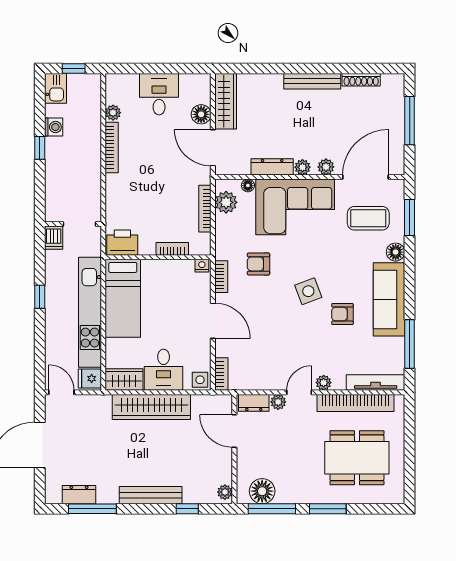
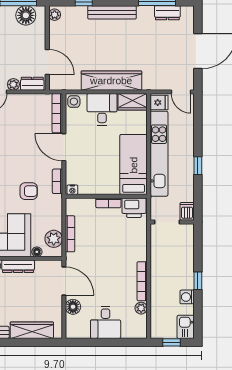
wardrobe: (226, 101) -> (32, 330), moved, turned 90
bookcase: (172, 249) -> (108, 203), moved
bookcase: (221, 374) -> (57, 113), width x1.56

